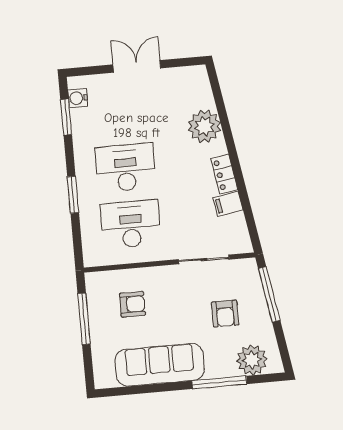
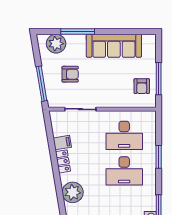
armchair: (132, 304) -> (142, 86), moved, turned -90
armchair: (225, 313) -> (70, 74), turned 90

